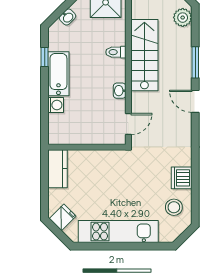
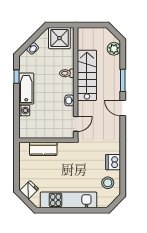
kitchen counter: (58, 169) -> (43, 149), moved, turned 90

